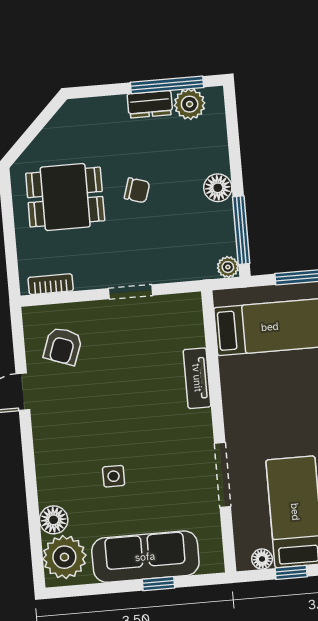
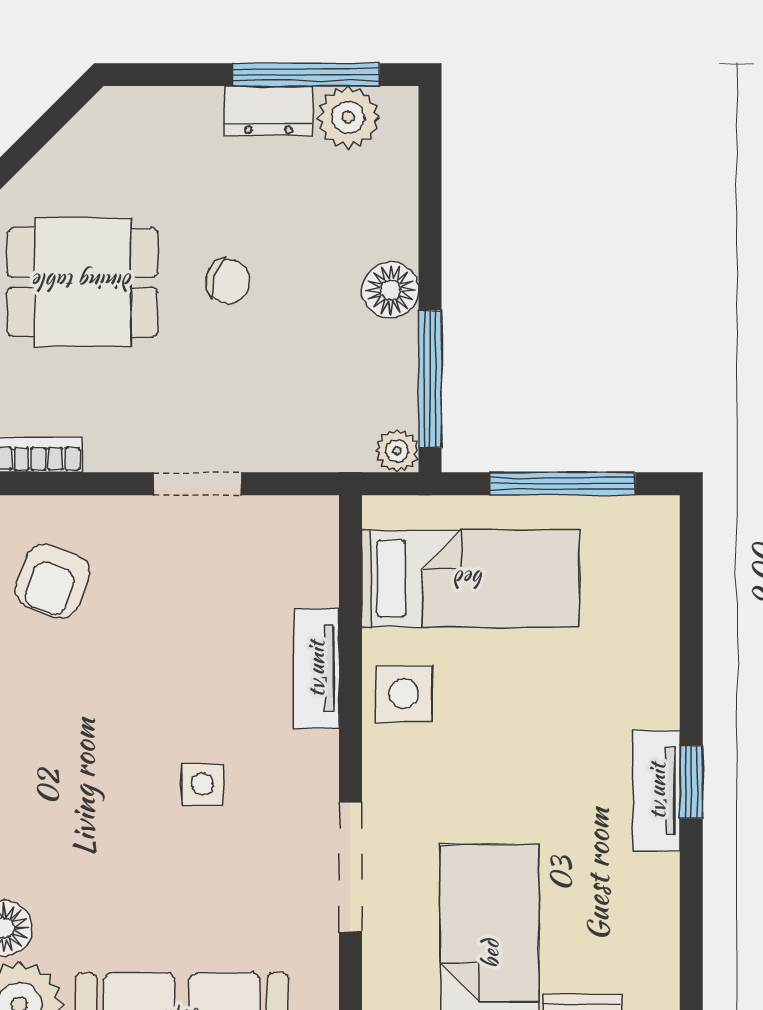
side table: (241, 387) -> (404, 693), added
side table: (114, 476) -> (202, 784), moved

